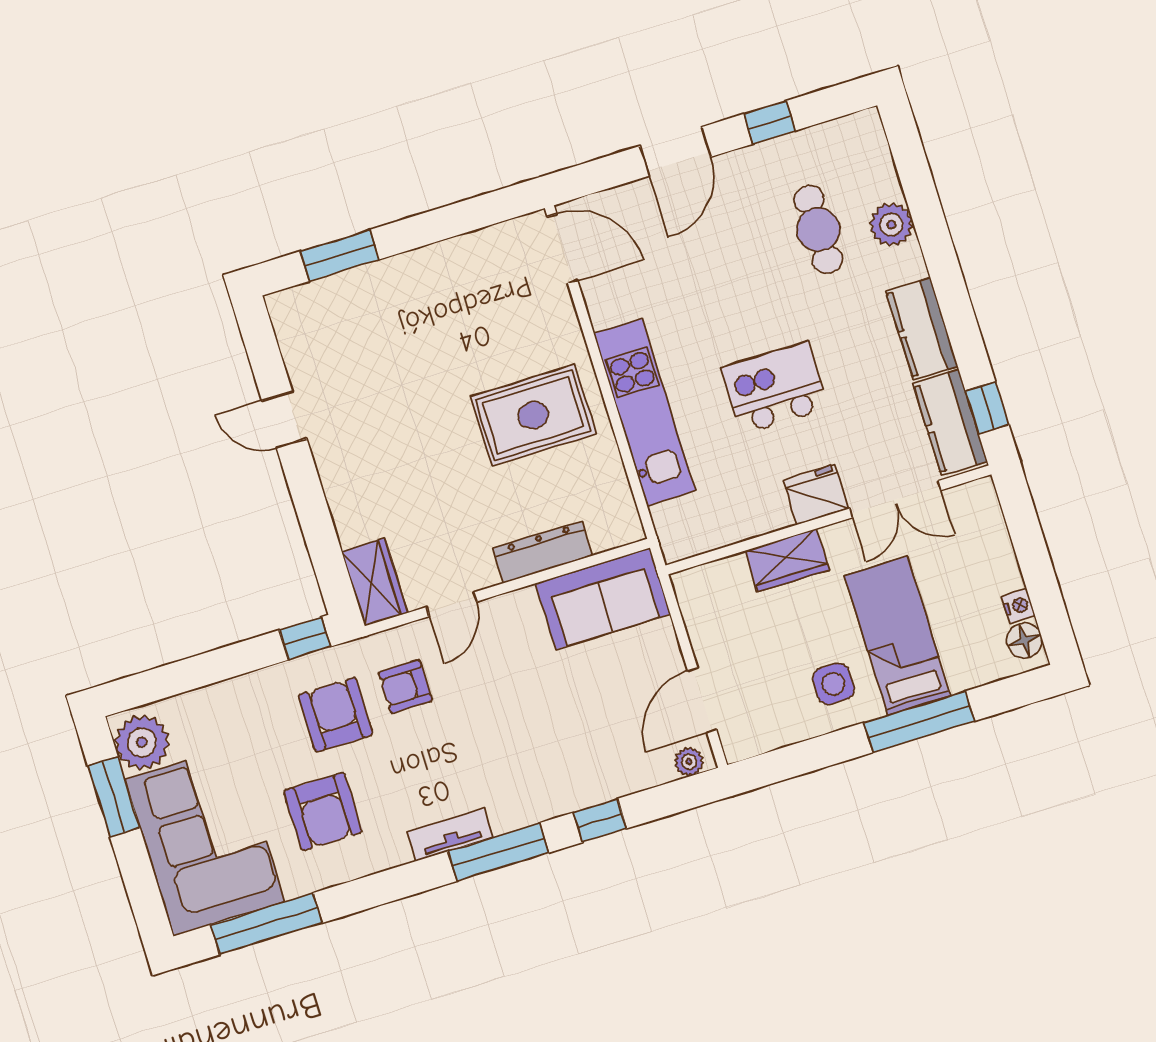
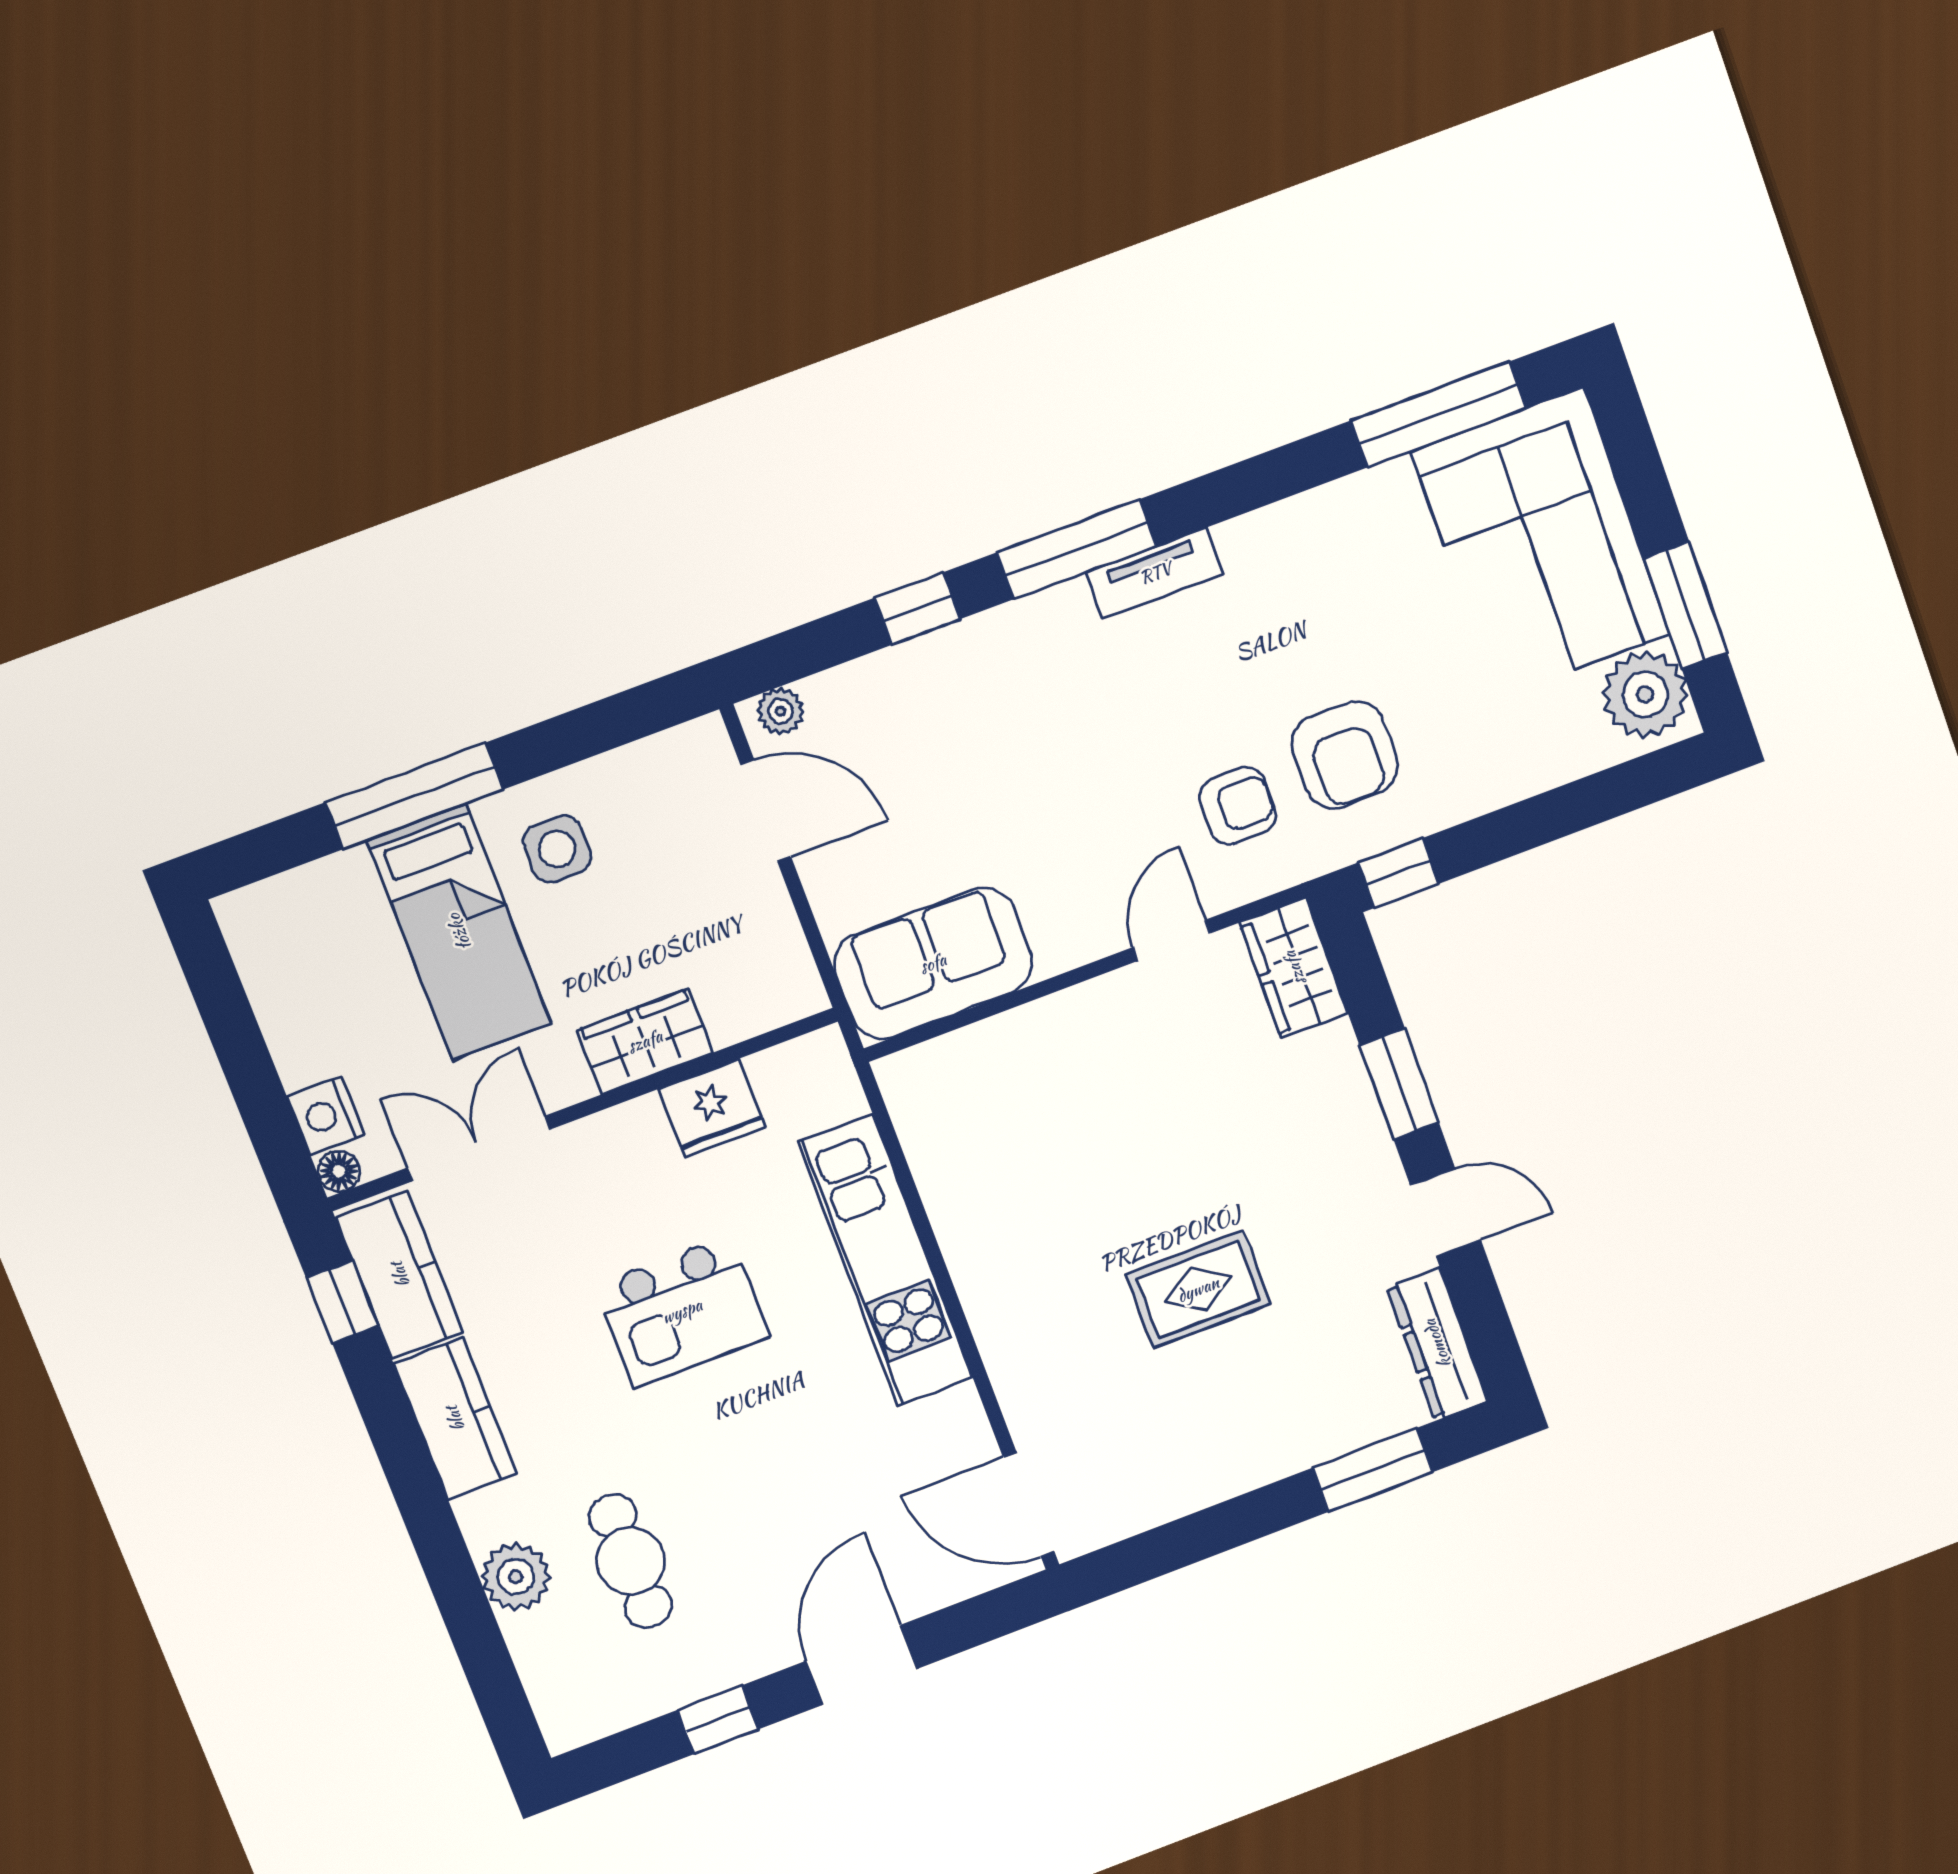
rug: (533, 415) -> (1198, 1289), moved, width x0.73, depth x0.70
fridge: (816, 495) -> (712, 1108), moved
window: (311, 504) -> (1399, 1084), added
dresser: (543, 552) -> (1437, 1344), moved, turned 90
nightstand: (1018, 606) -> (326, 1115), moved, width x1.39, depth x1.35
floor lamp: (1024, 640) -> (339, 1171), moved, width x0.73, depth x0.73
door: (702, 700) -> (766, 811), hinge flipped
armchair: (323, 812) -> (1358, 599), removed

